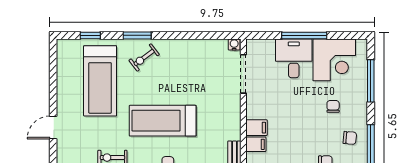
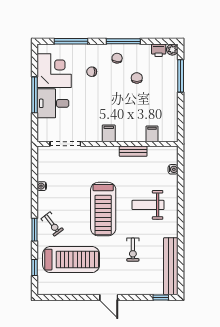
water cooler: (234, 44) -> (42, 186), moved
filing cabinet: (256, 144) -> (122, 134), removed

